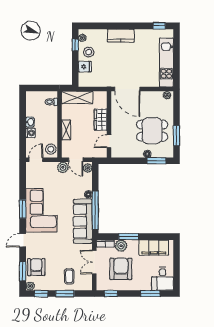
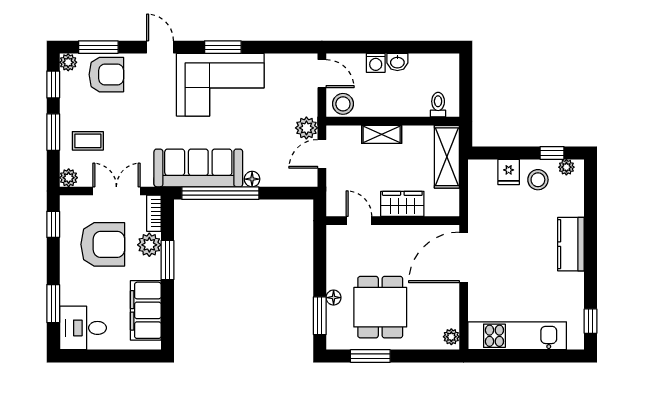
plant: (88, 168) -> (69, 178), moved

